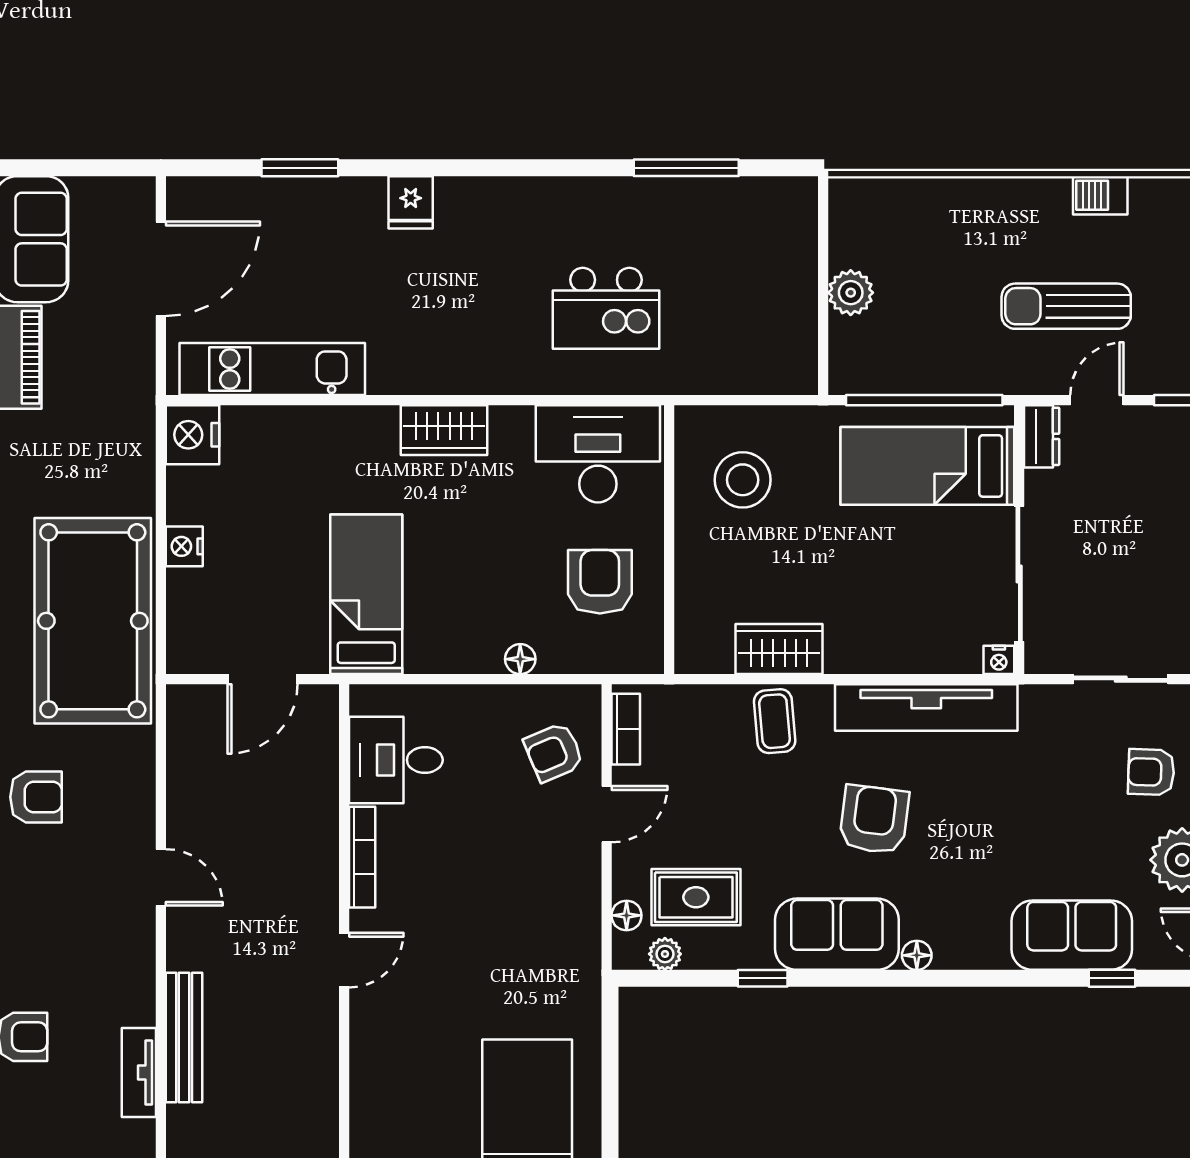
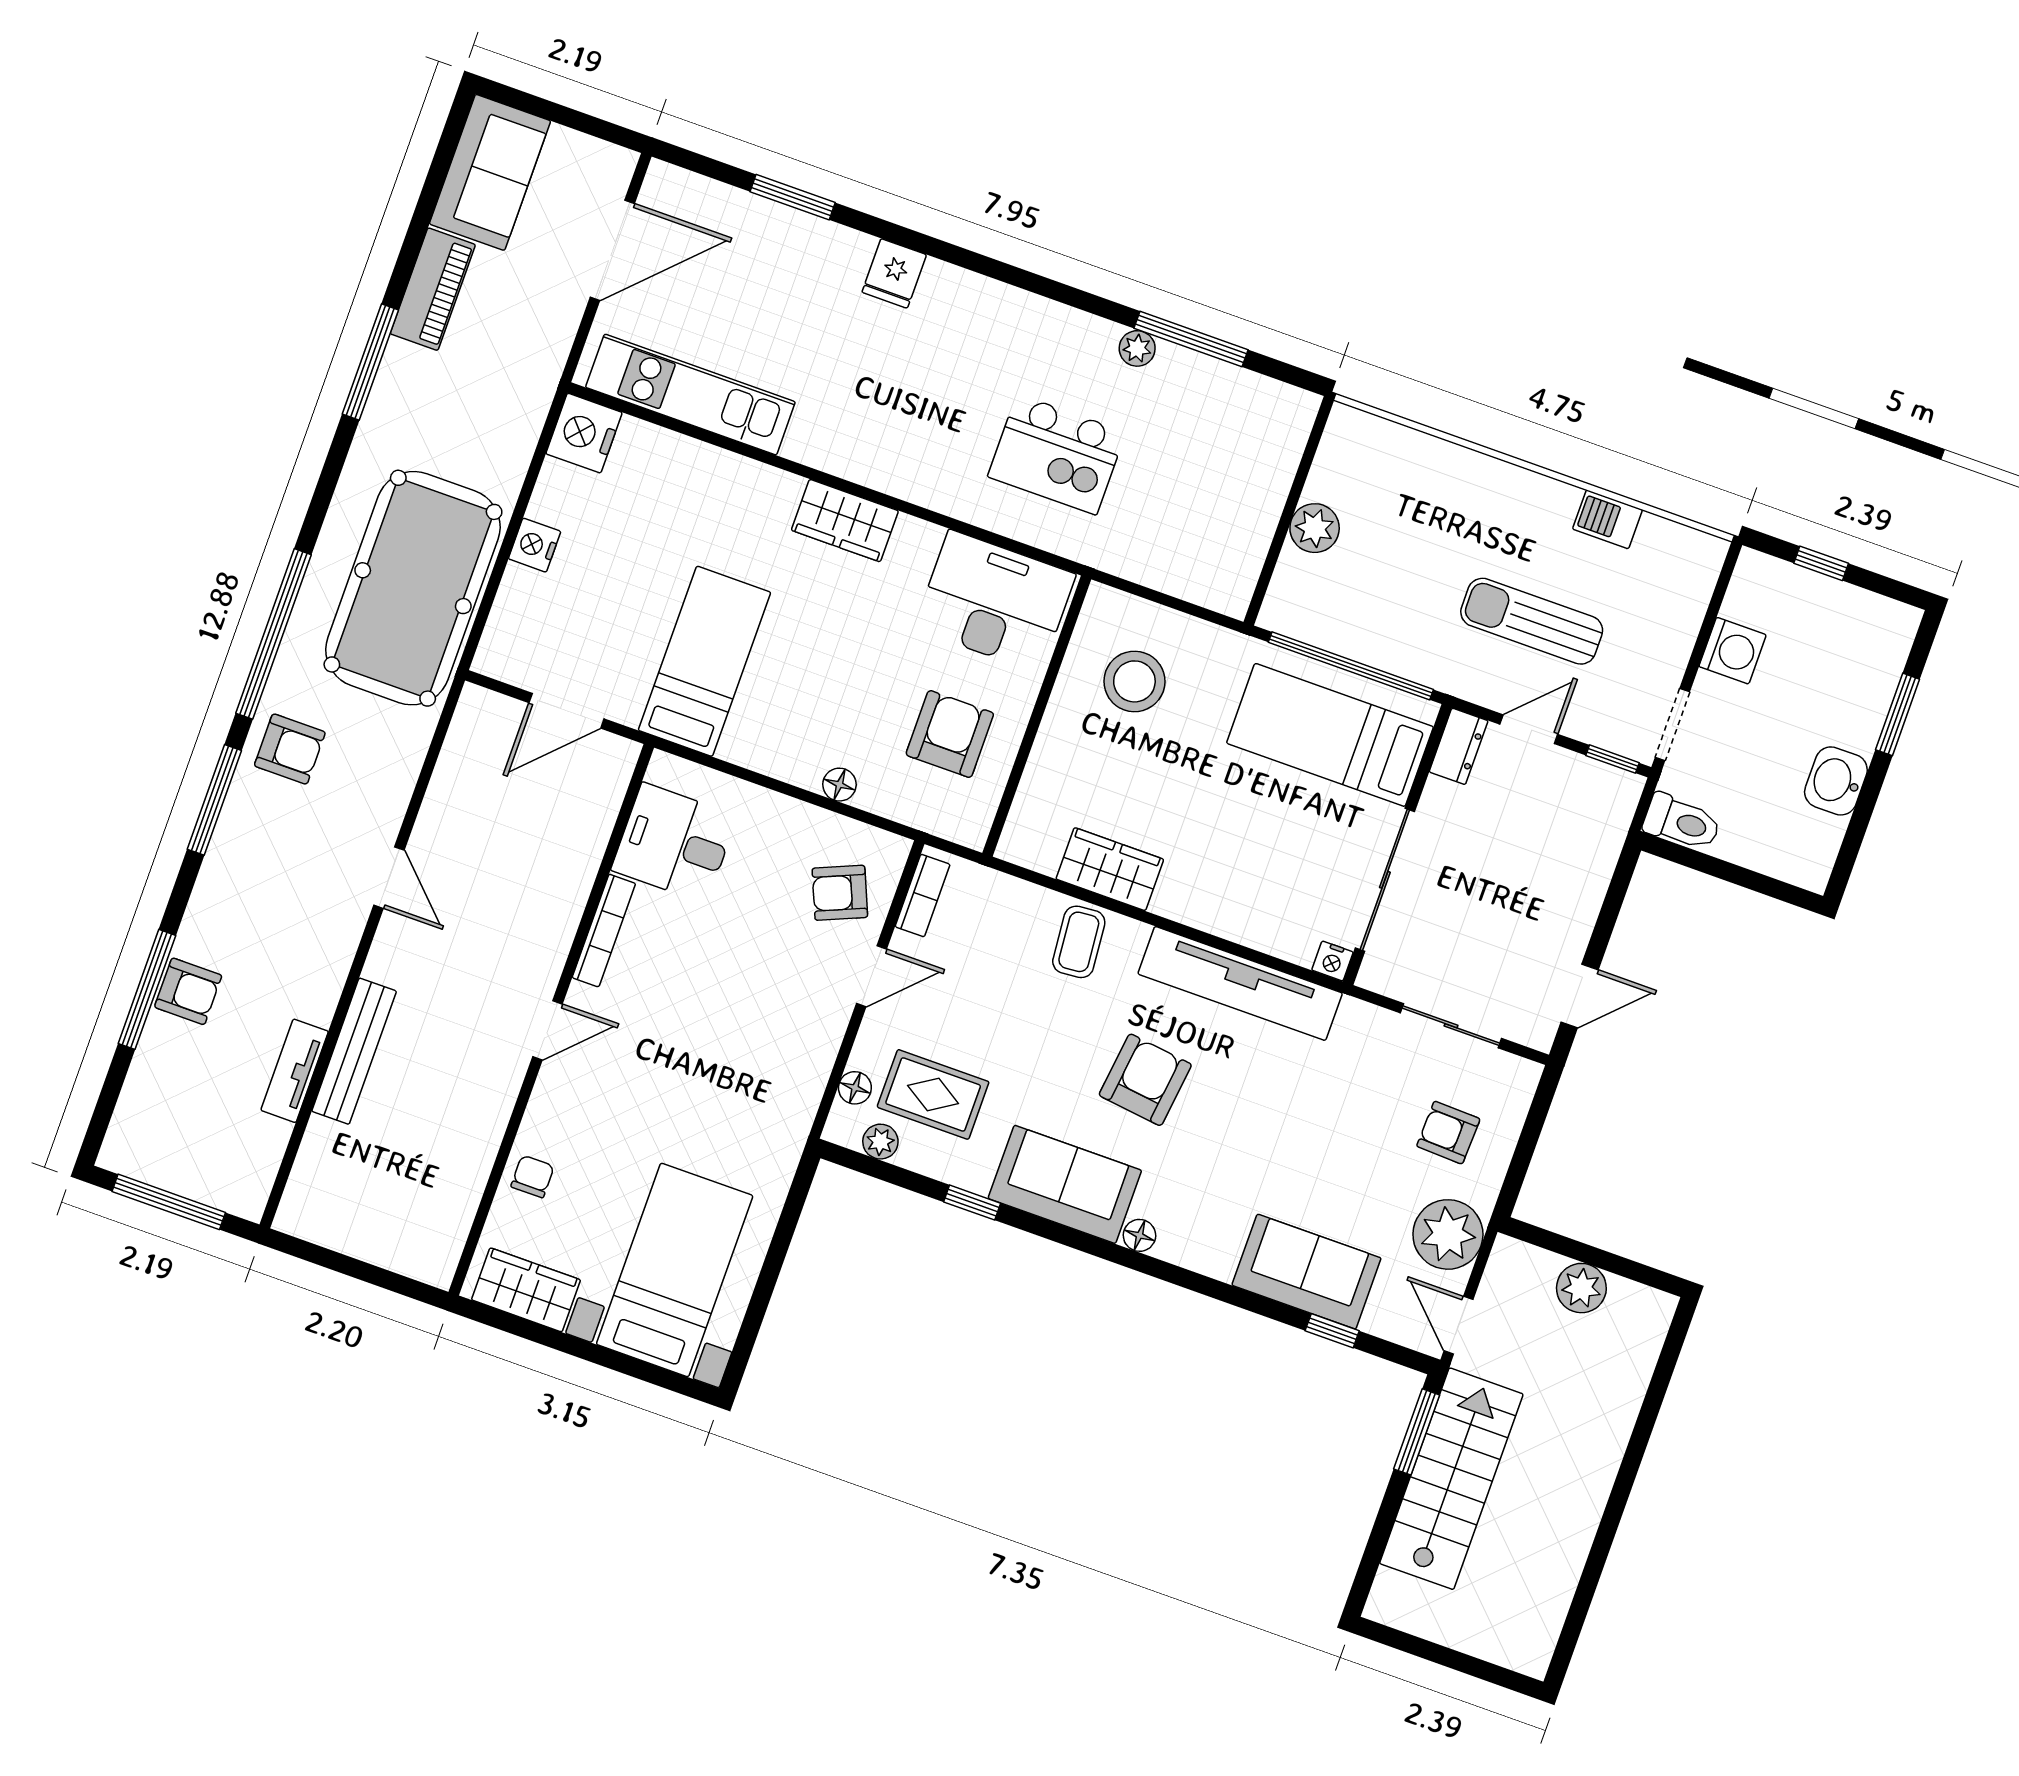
plant: (643, 192) -> (1137, 348), added
chair: (376, 1091) -> (533, 1176), added

